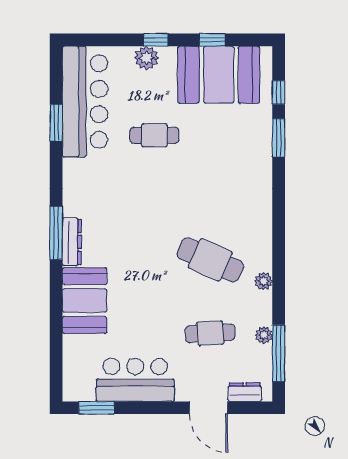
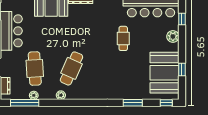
window: (156, 40) -> (182, 19), moved
window: (279, 92) -> (166, 103), moved
cafe table: (154, 135) -> (123, 38), moved
cafe table: (210, 333) -> (35, 68), width x1.37, depth x1.35

